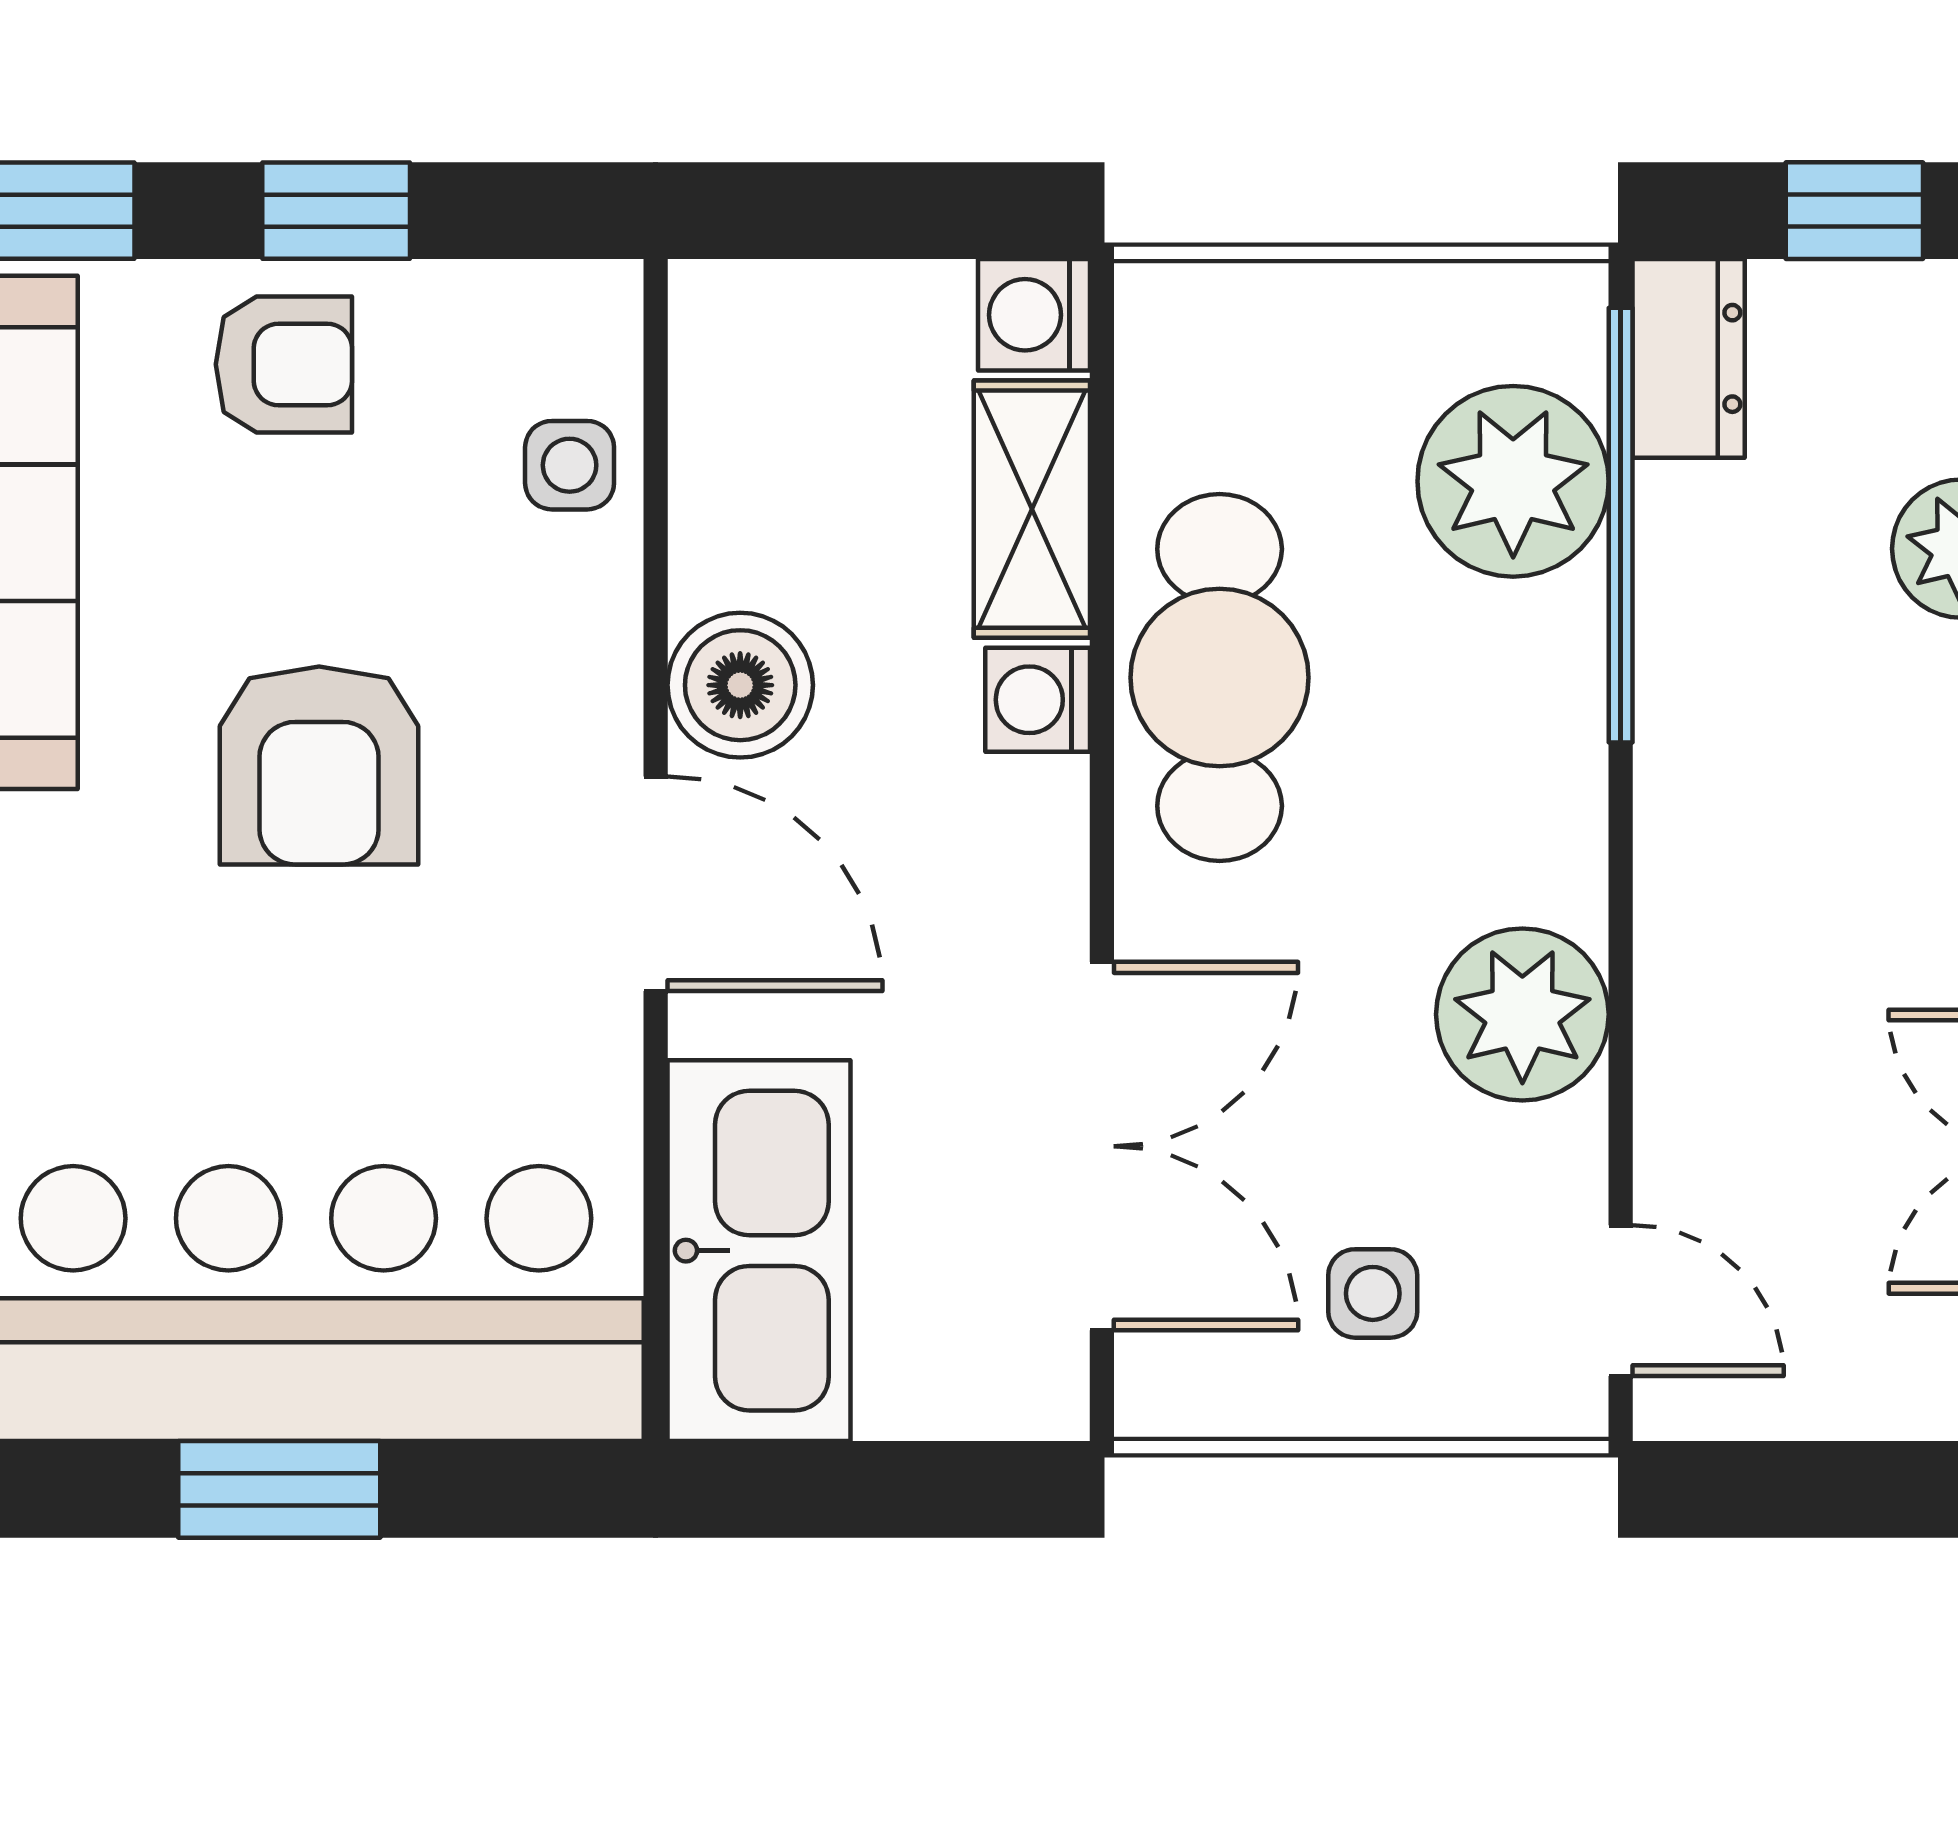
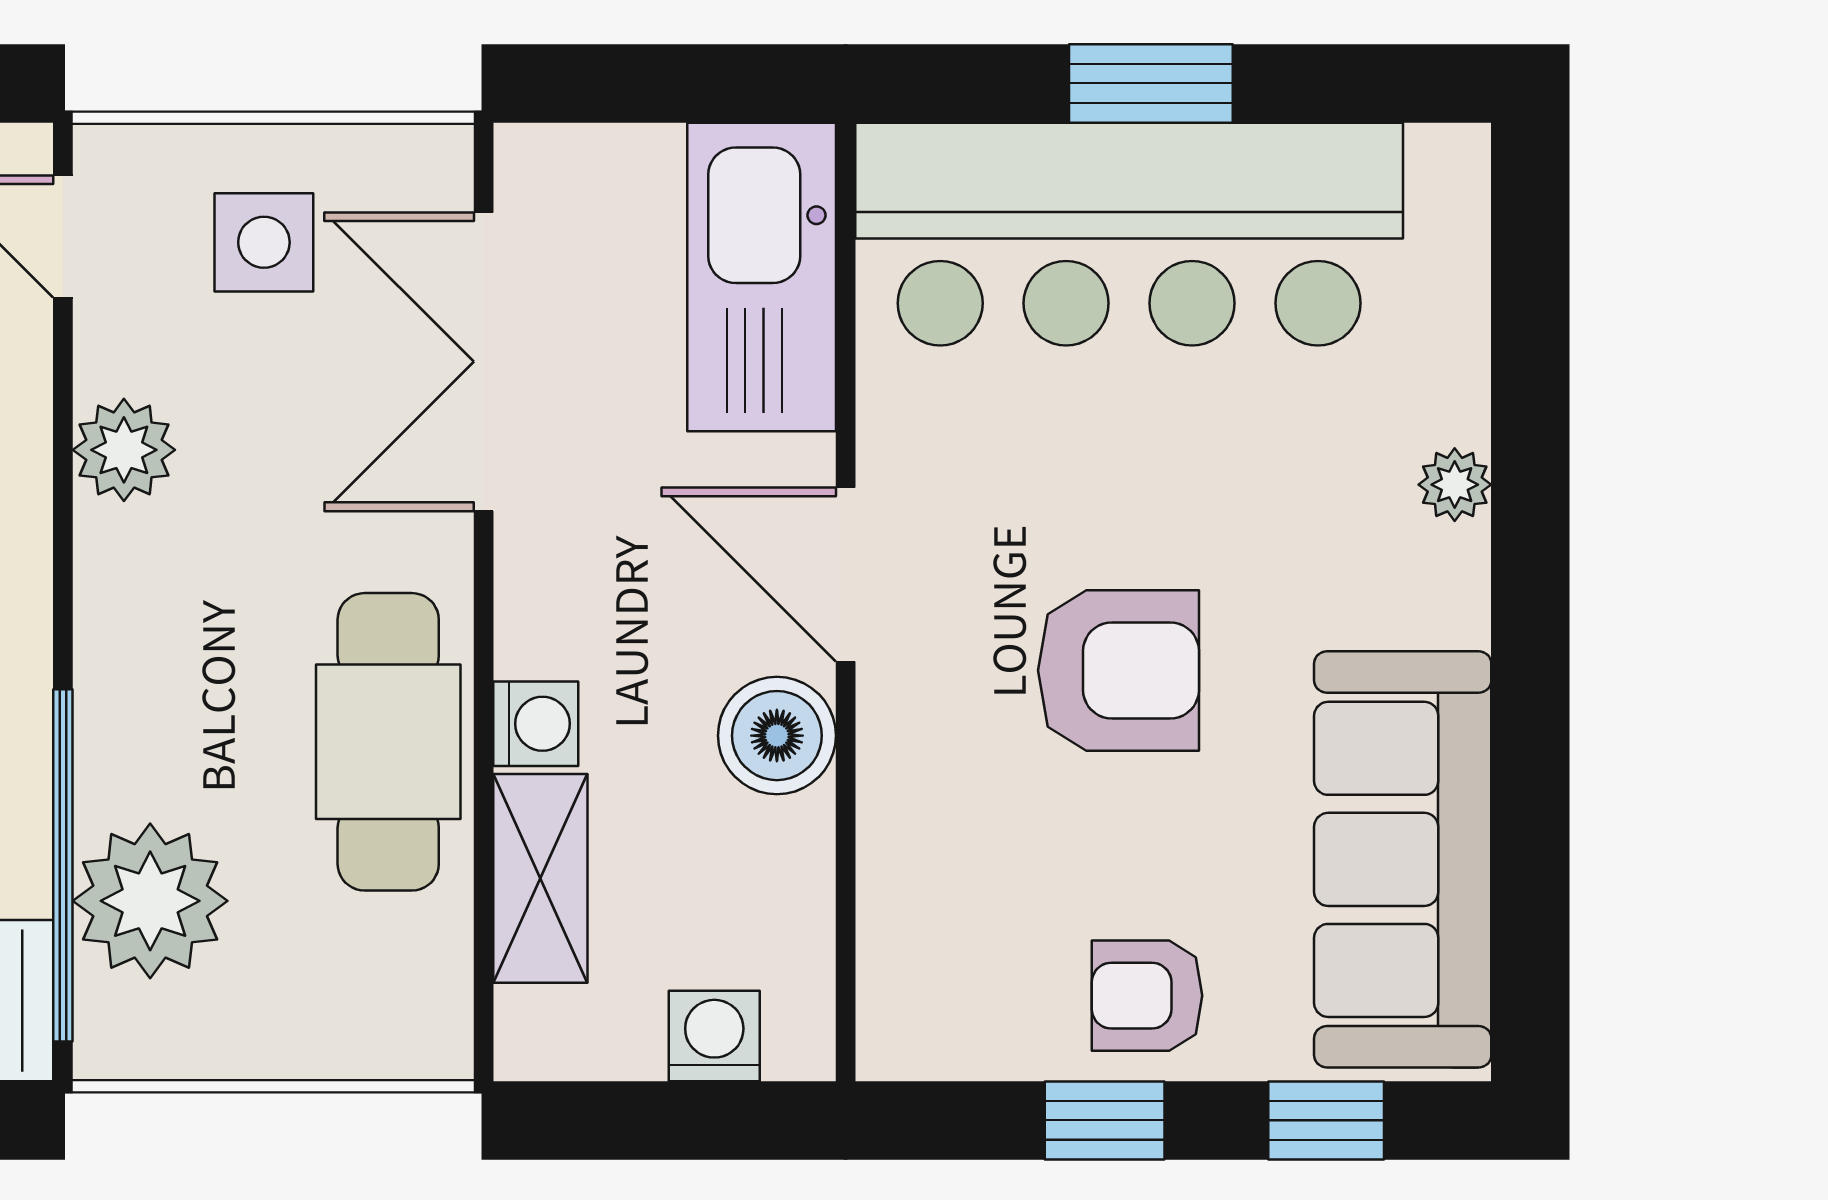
washing machine: (1034, 315) -> (714, 1036), moved, turned -90
side table: (570, 465) -> (915, 914), removed
armchair: (319, 765) -> (1118, 670), turned 90
plant: (1522, 1014) -> (124, 450), width x0.73, depth x0.73
side table: (1373, 1293) -> (264, 242), width x1.37, depth x1.37

